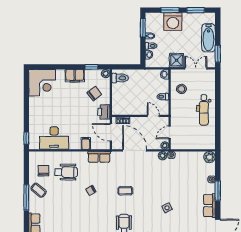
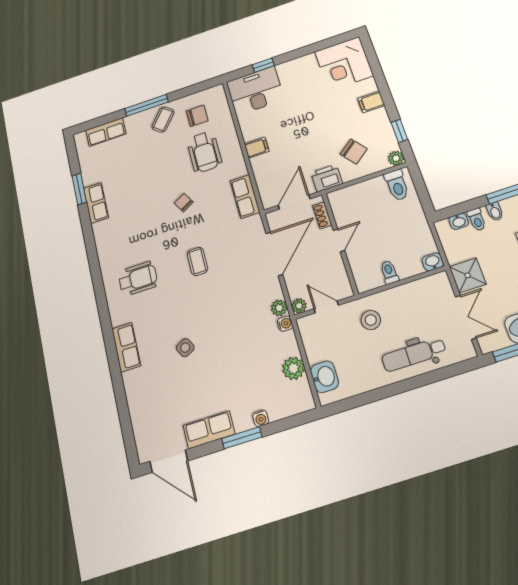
filing cabinet: (75, 76) -> (371, 102), width x0.50
stool: (181, 89) -> (371, 320), moved
dental chair: (204, 110) -> (414, 354), moved
door: (153, 116) -> (339, 240), moved
window: (26, 138) -> (263, 65), moved
desk: (54, 138) -> (255, 91), moved, turned 90
filing cabinet: (86, 143) -> (257, 148), moved
washbasin: (202, 143) -> (324, 377), added
plant: (210, 157) -> (293, 368), moved

